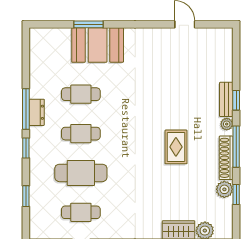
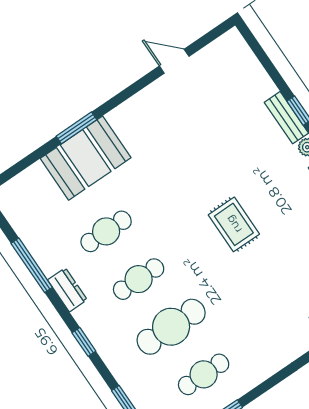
window: (89, 24) -> (76, 128), moved
window: (26, 109) -> (32, 265), moved
rug: (176, 147) -> (234, 224), moved

